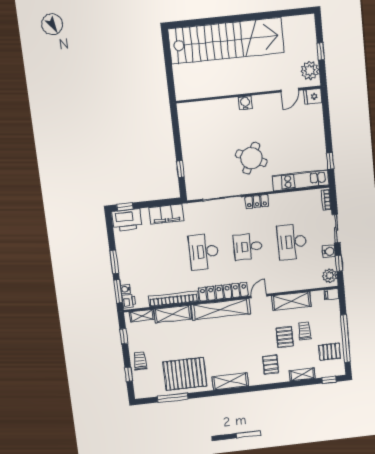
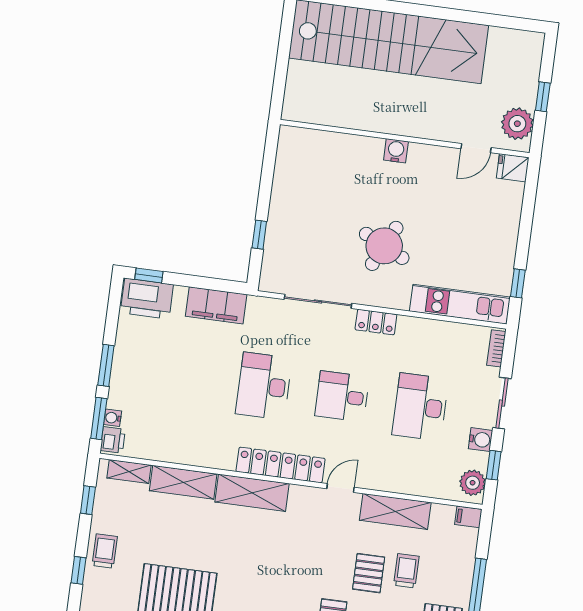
bookcase: (173, 299) -> (191, 456), removed
shelving: (221, 309) -> (252, 493), width x0.68

